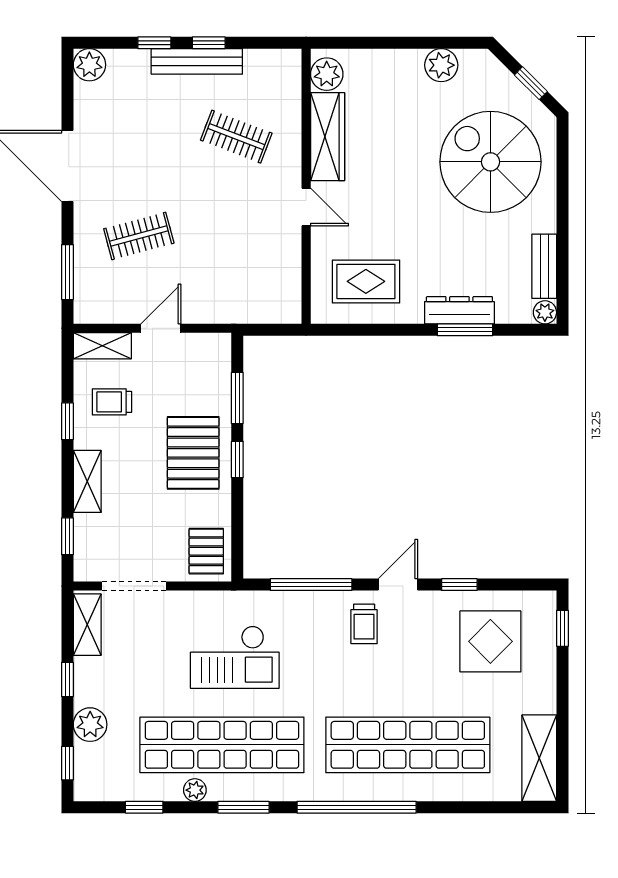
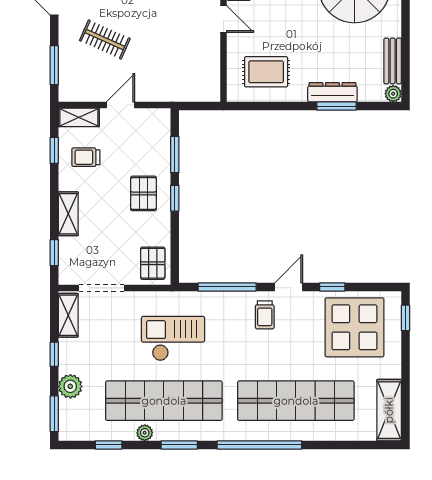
clothes rail: (139, 236) -> (105, 39), turned 39
window: (67, 421) -> (54, 150), moved
pallet: (193, 453) -> (143, 193), width x0.67, depth x0.71
display table: (490, 641) -> (354, 327), width x1.36, depth x1.36
checkout: (235, 657) -> (173, 338), turned 180
window: (67, 763) -> (54, 414), width x1.50

